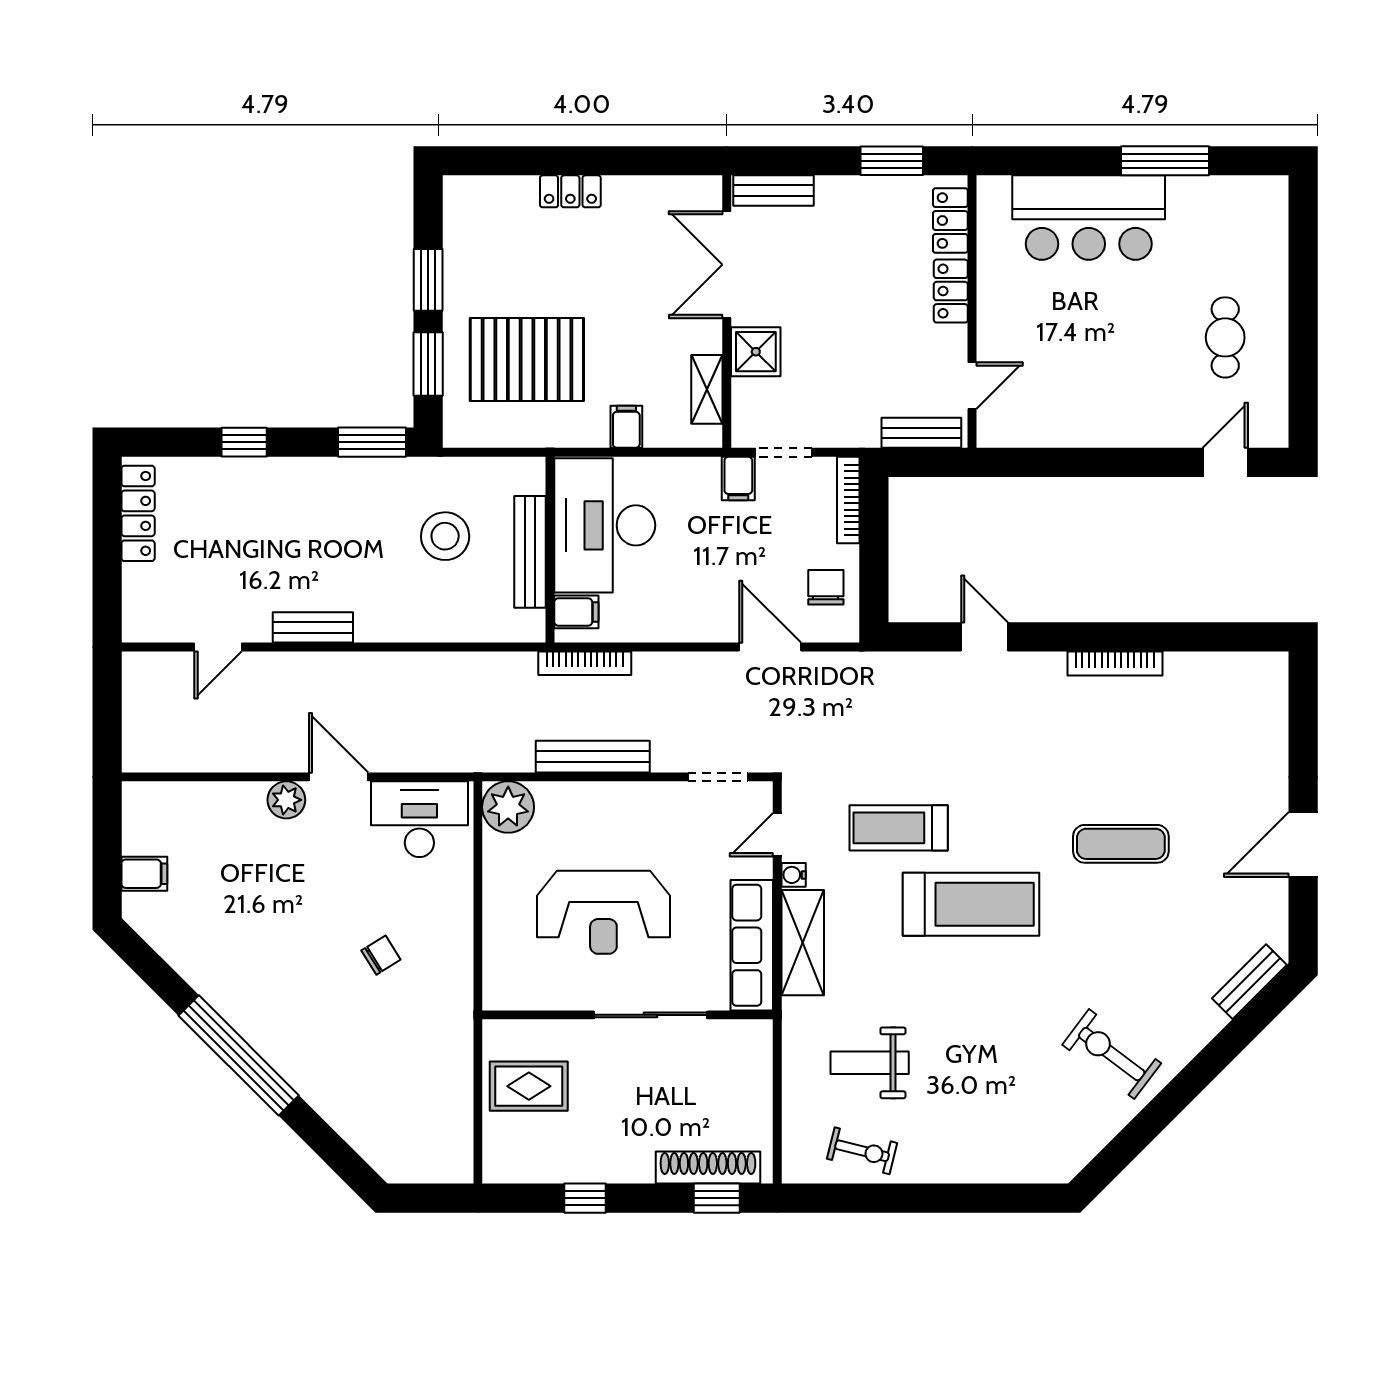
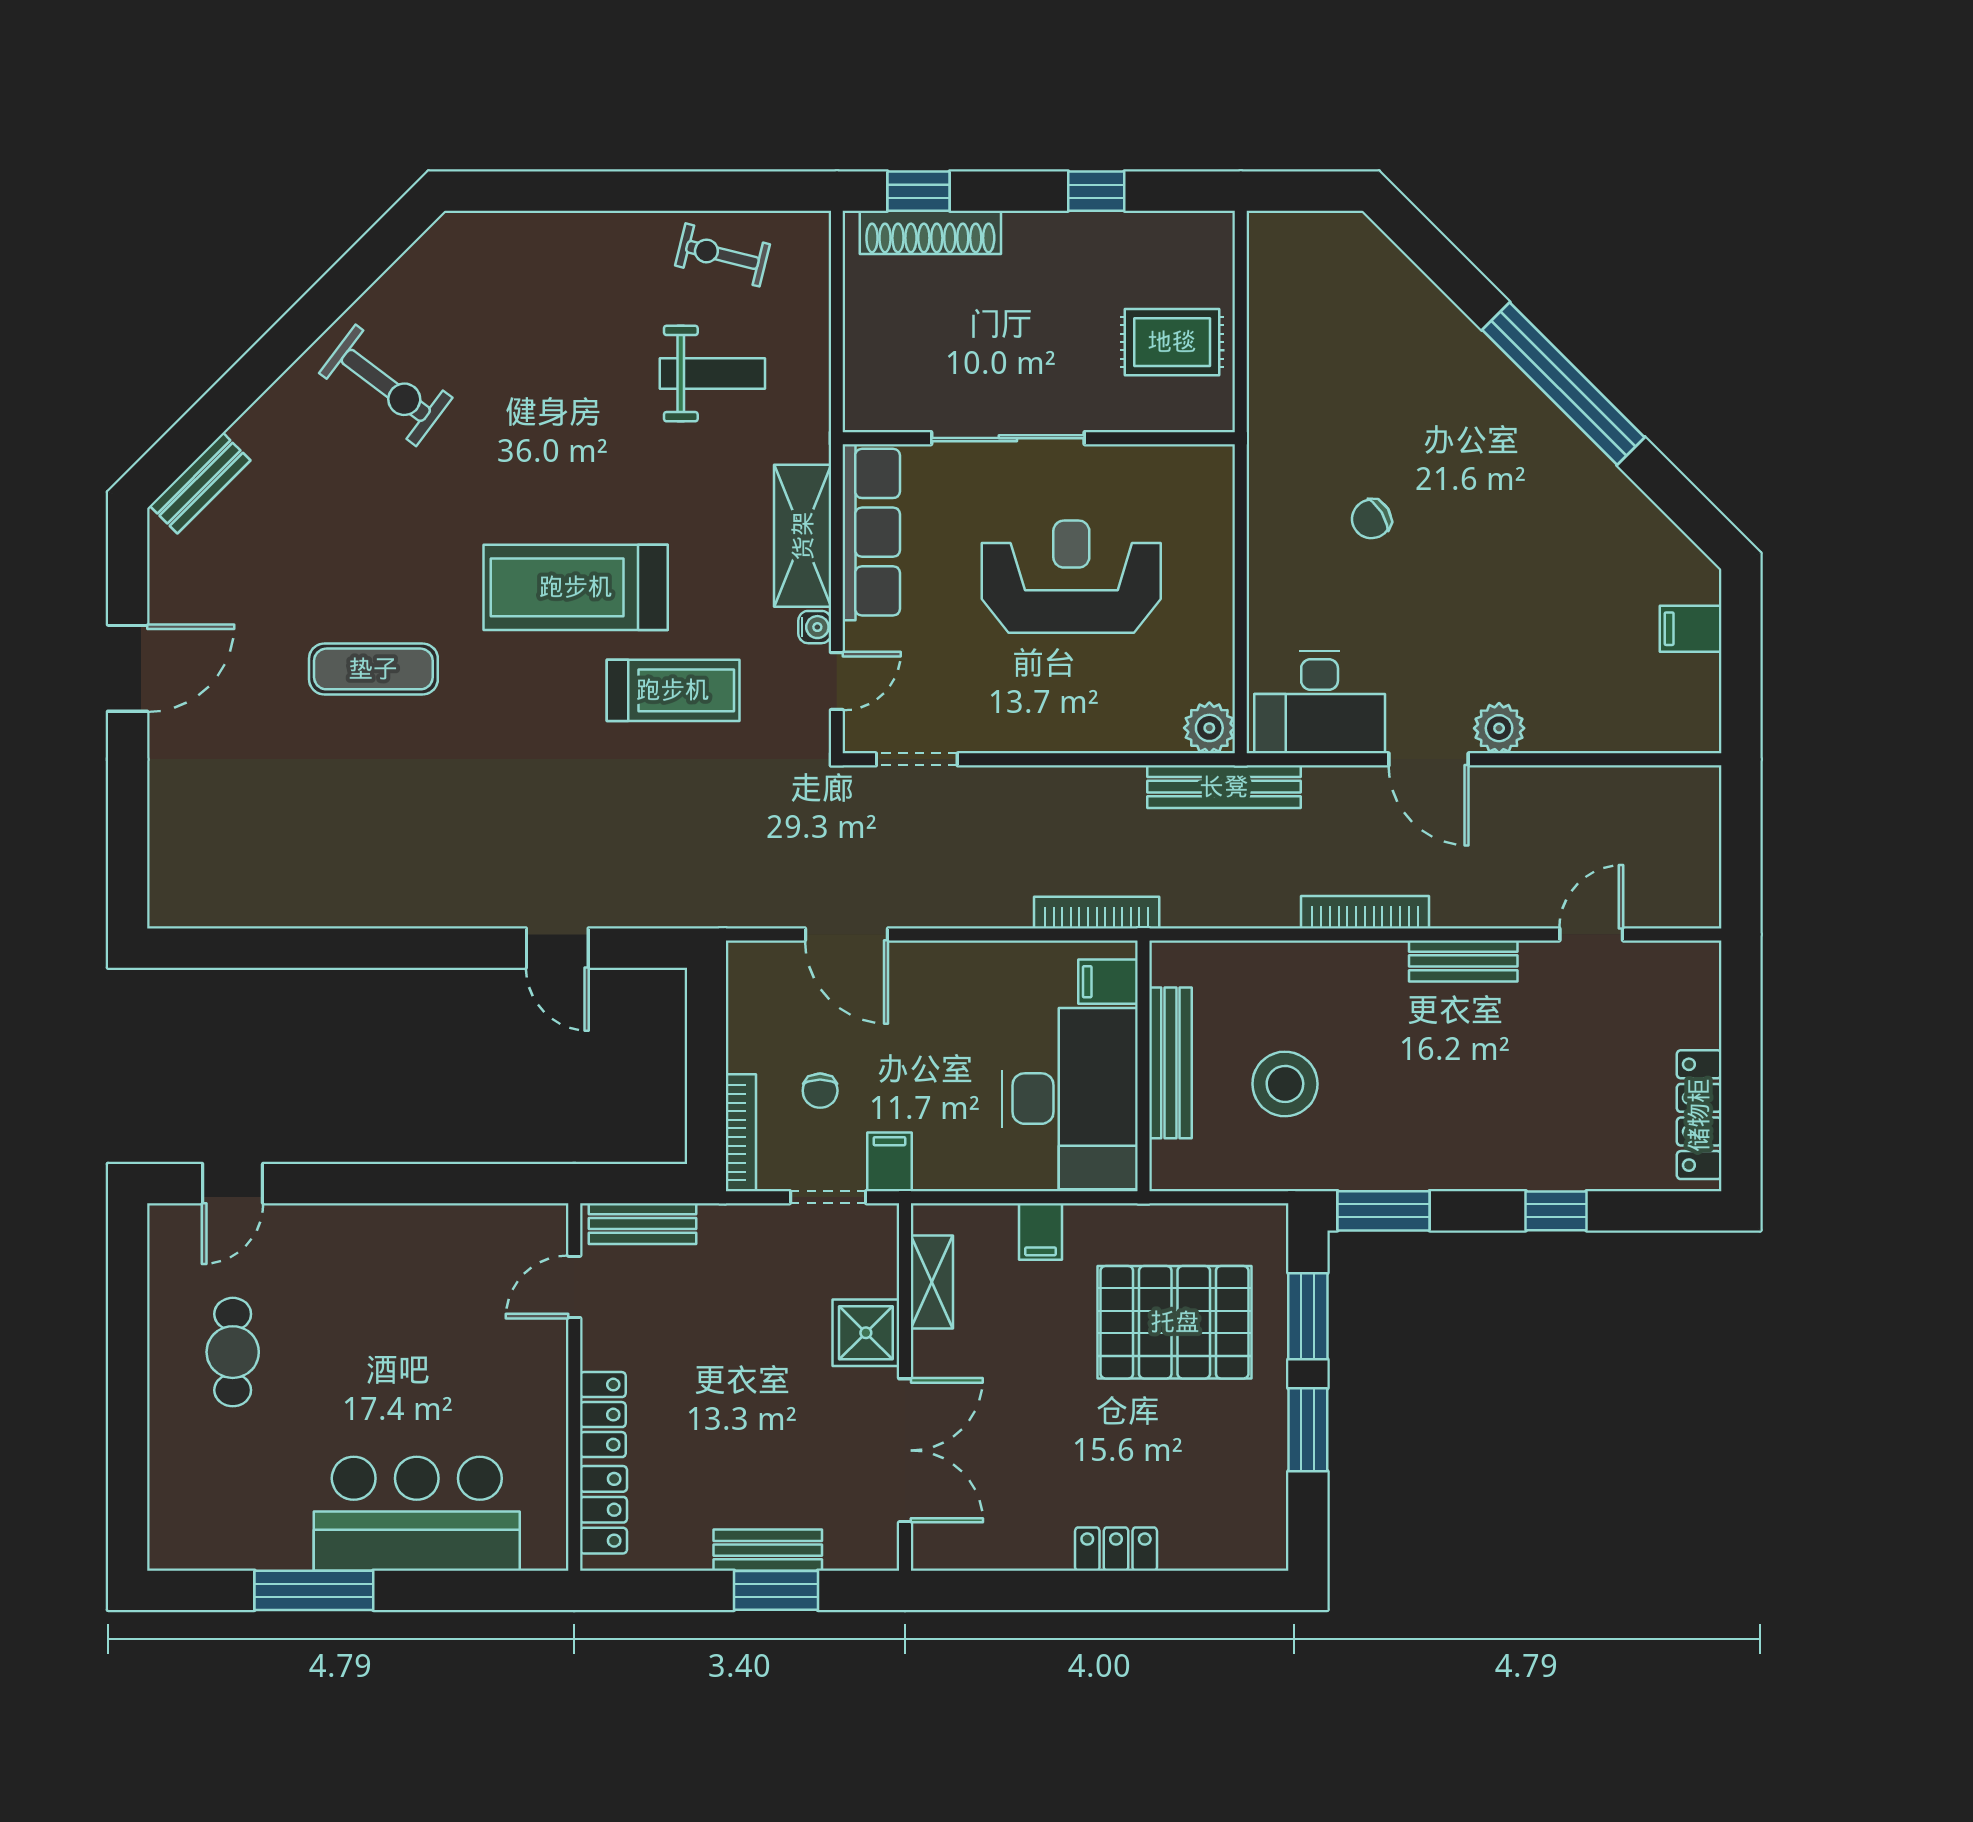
window: (892, 161) -> (776, 1590), moved
bench: (773, 191) -> (768, 1550), moved
chair: (826, 587) -> (820, 1091), moved, width x0.73, depth x0.73
bookcase: (1115, 663) -> (1365, 912), moved
bench: (593, 757) -> (1224, 787), moved
plant: (508, 807) -> (1209, 728), width x0.73, depth x0.73

